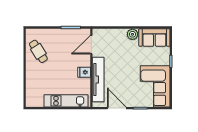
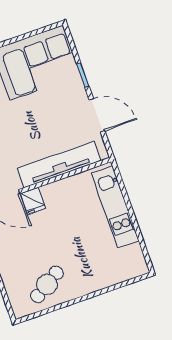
fridge: (84, 72) -> (33, 201), moved
door: (117, 108) -> (97, 115), swing flipped

